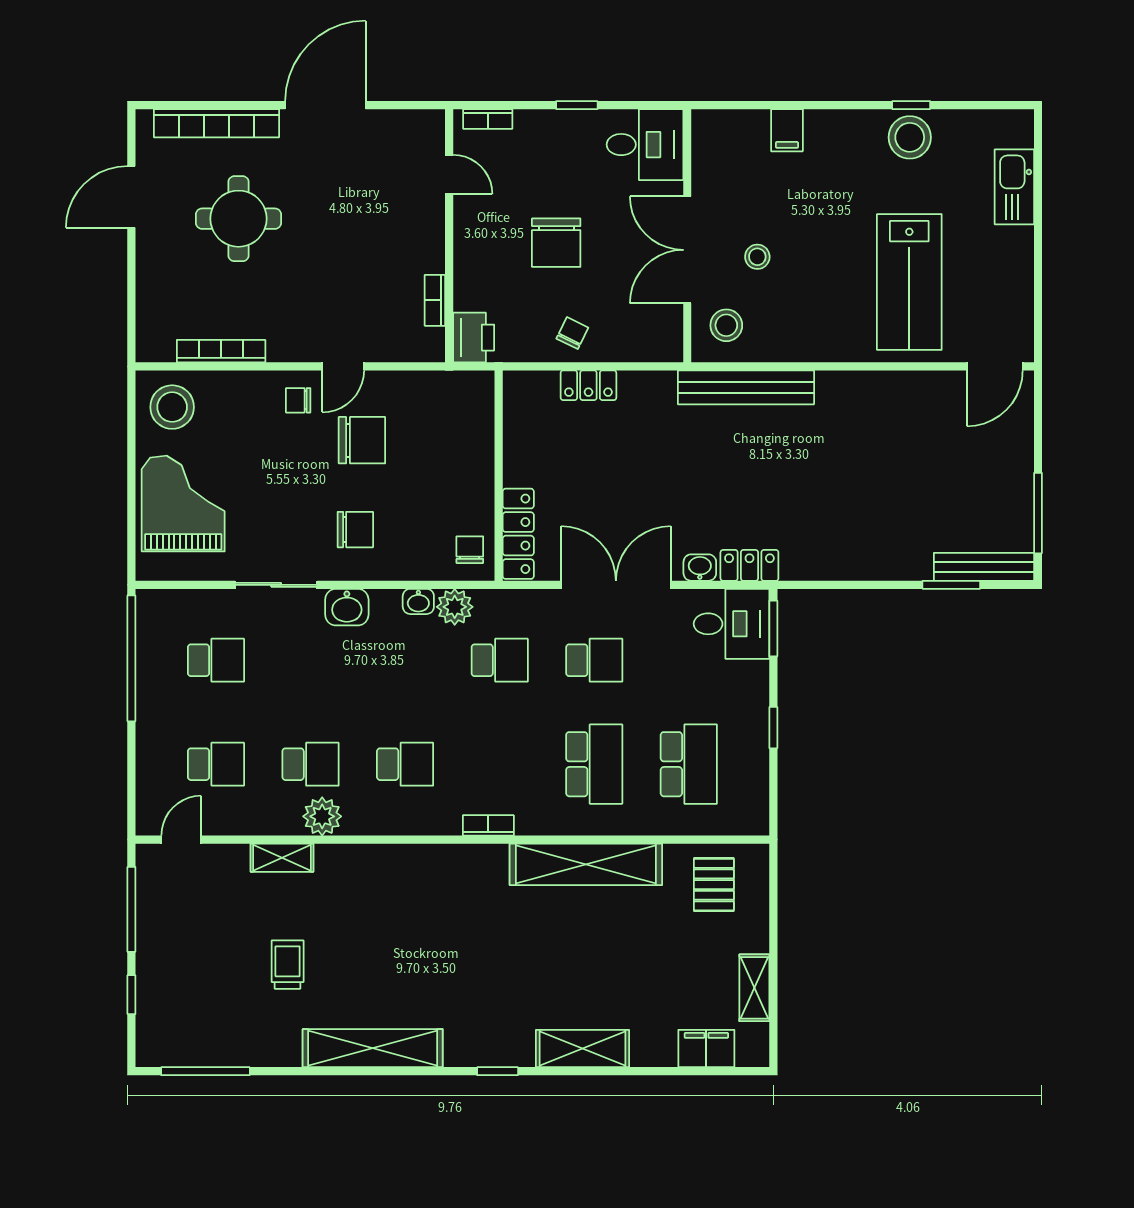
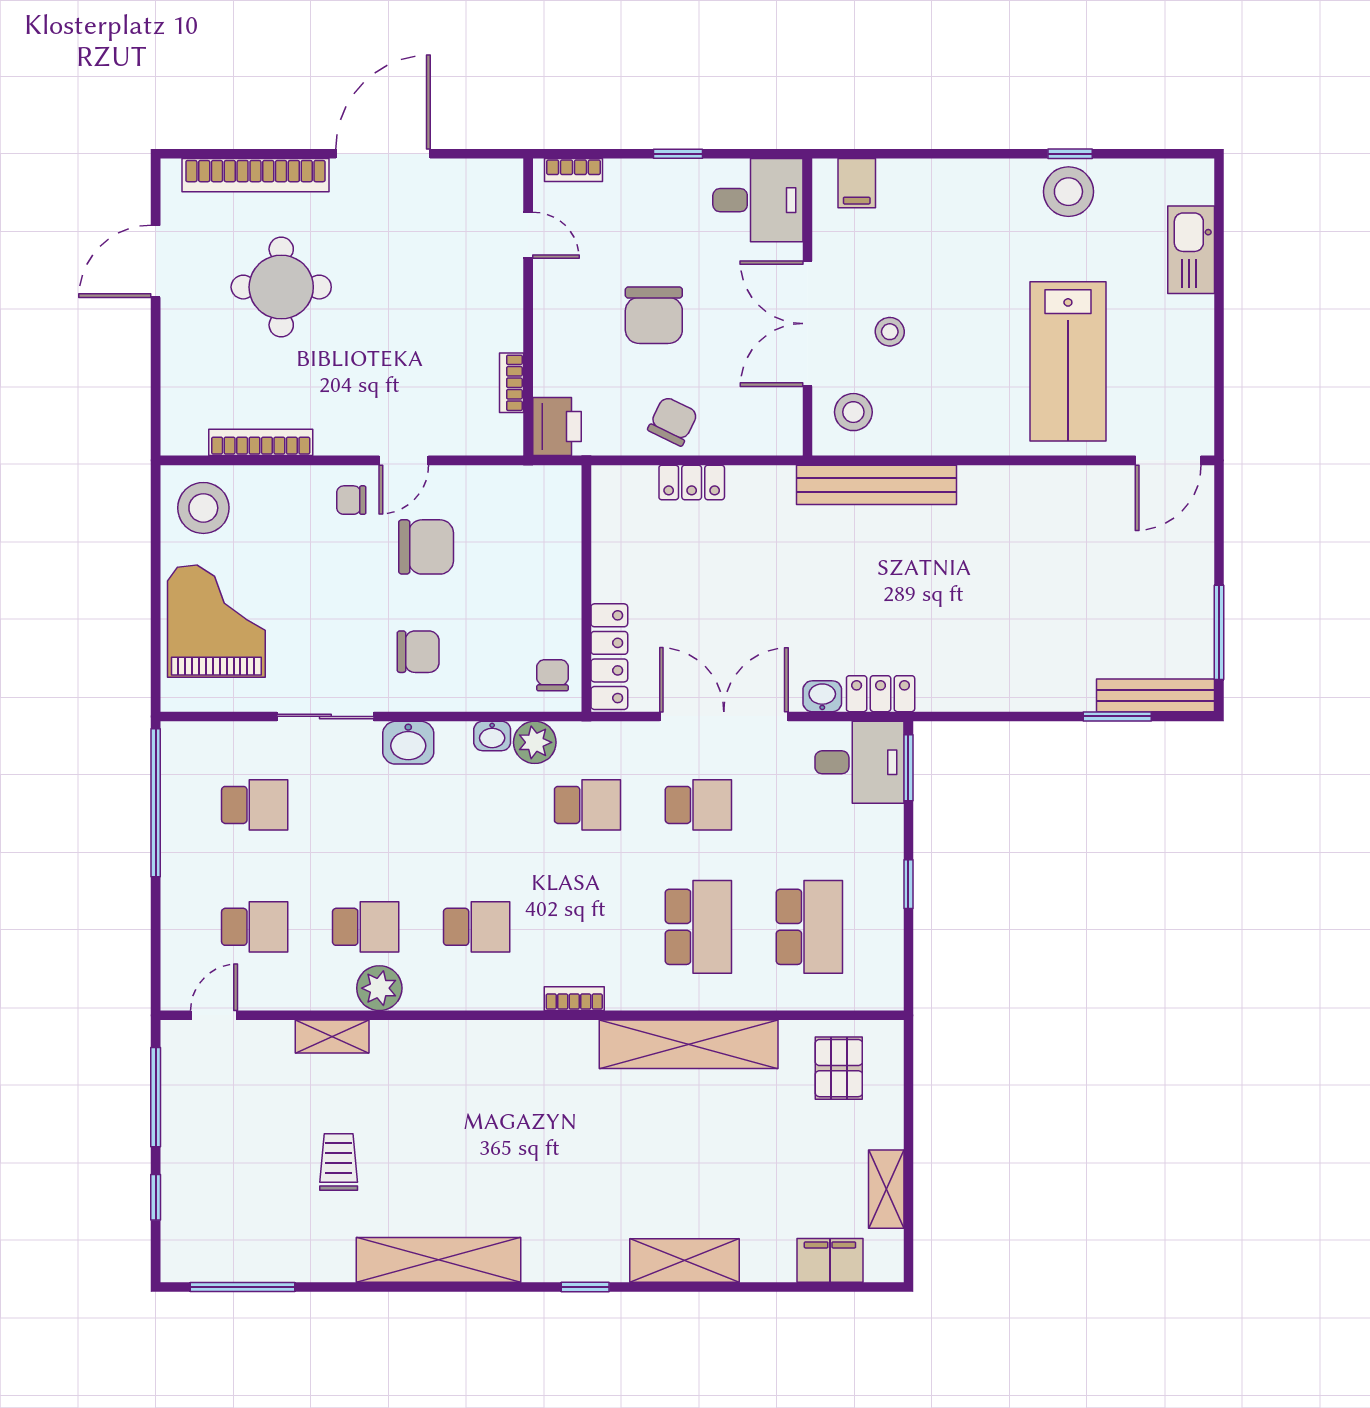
filing cabinet: (787, 130) -> (857, 183), moved
chair: (572, 333) -> (673, 421), width x1.37, depth x1.37

